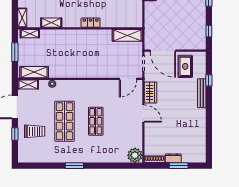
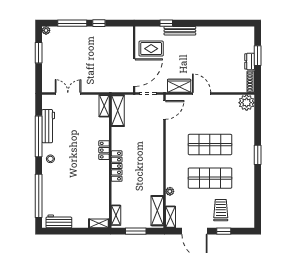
shelving: (51, 23) -> (104, 106), moved
window: (209, 31) -> (99, 23), moved
locker: (76, 34) -> (117, 166), added
door: (128, 79) -> (164, 110), hinge flipped
door: (143, 114) -> (202, 94), hinge flipped
shop shelf: (96, 121) -> (210, 145), width x1.43, depth x1.36
window: (74, 166) -> (258, 155), moved

